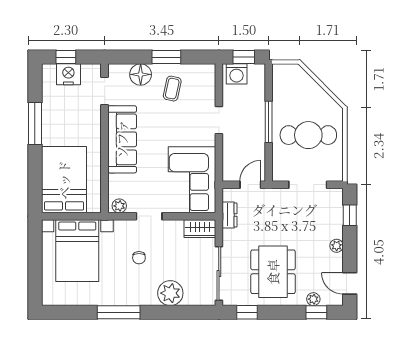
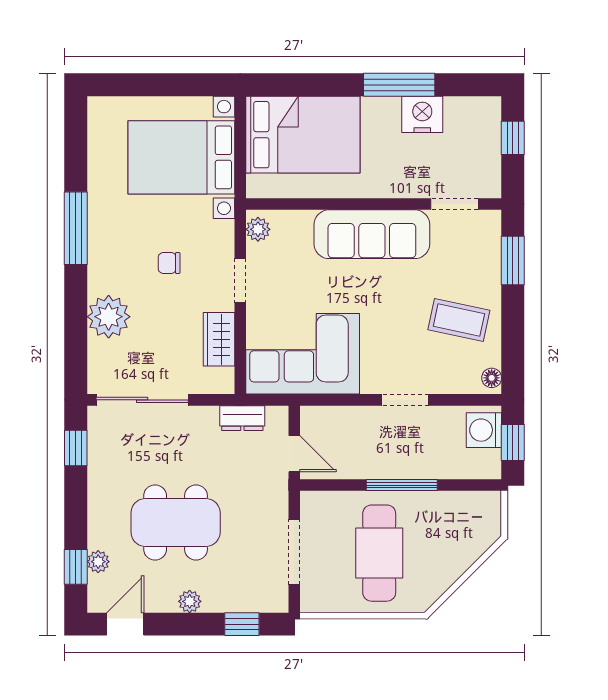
window: (166, 57) -> (513, 260), moved
nightstand: (68, 74) -> (422, 114), moved, turned -90
floor lamp: (141, 74) -> (492, 378), moved, width x0.53, depth x0.53
coffee table: (172, 89) -> (459, 320), width x1.36, depth x1.30
wardrobe: (200, 229) -> (219, 339), moved
dining table: (273, 272) -> (176, 523), moved

